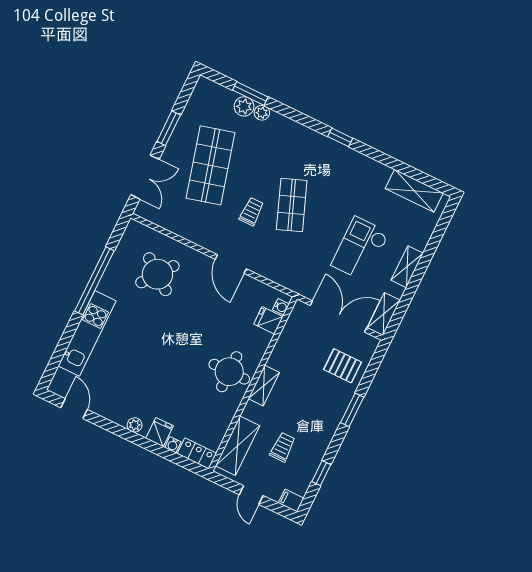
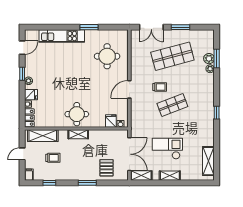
round table: (157, 274) -> (107, 56), turned -37
window: (94, 281) -> (89, 27), width x0.47
window: (118, 430) -> (22, 74), added

